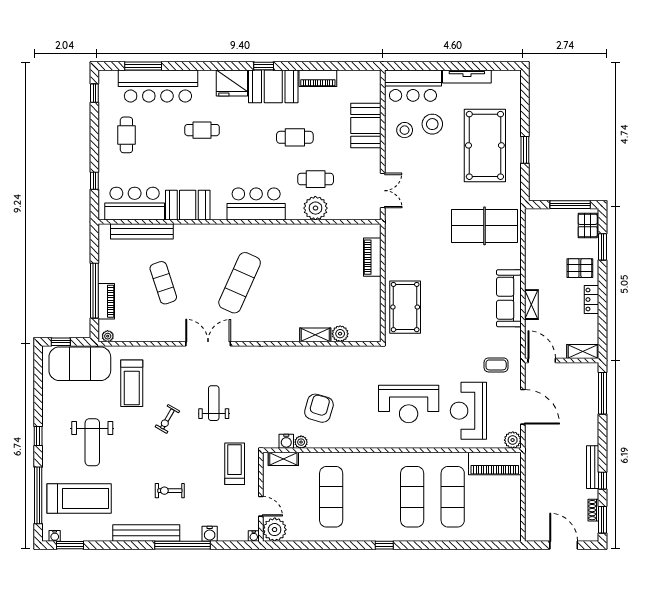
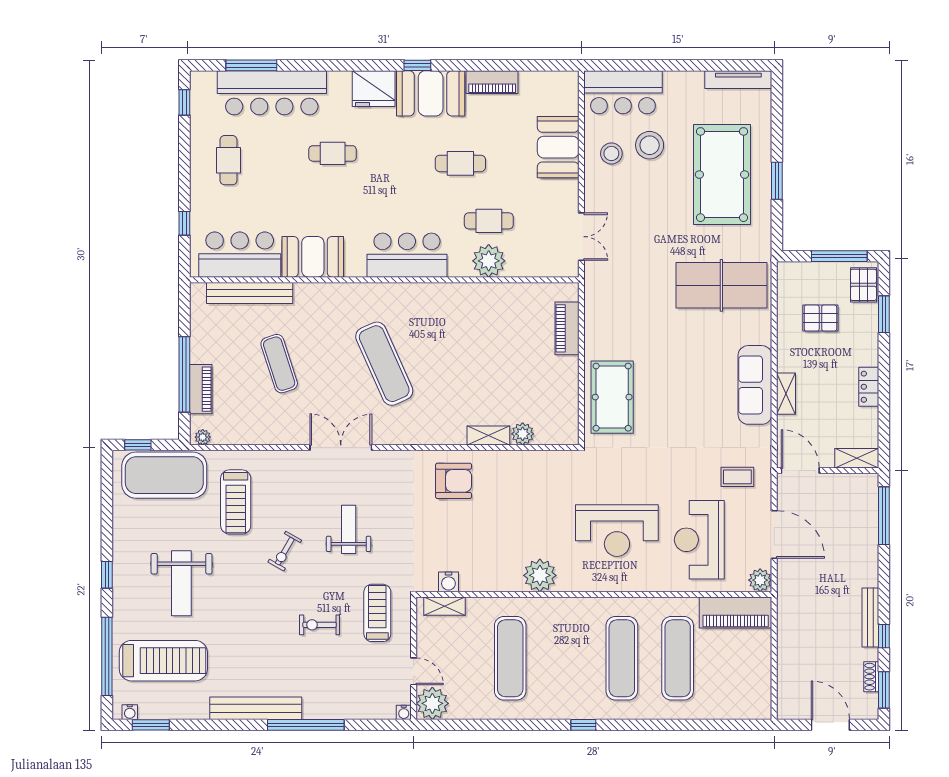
tv unit: (467, 76) -> (738, 80), moved
pallet: (580, 268) -> (820, 318), moved
exercise mat: (240, 283) -> (384, 364), turned -48
armchair: (319, 408) -> (454, 481), moved, turned 74
plant: (301, 442) -> (540, 575), moved, width x1.87, depth x1.87
exercise bike: (170, 491) -> (320, 625), moved
water cooler: (210, 534) -> (343, 709), removed

